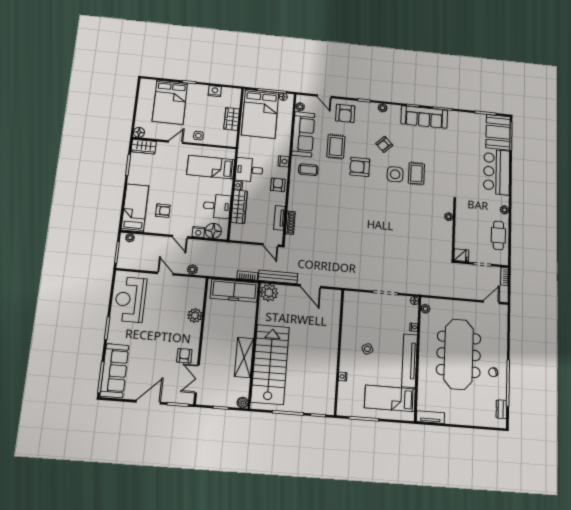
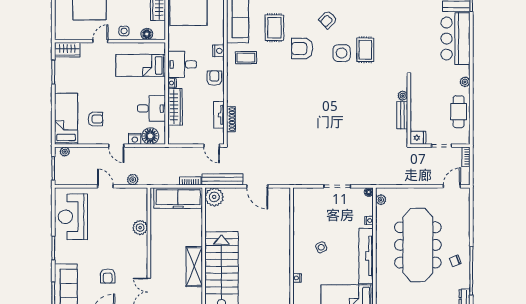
floor lamp: (139, 132) -> (147, 34), moved
bench: (448, 234) -> (402, 115), added
armchair: (184, 356) -> (108, 276), moved, turned 180

